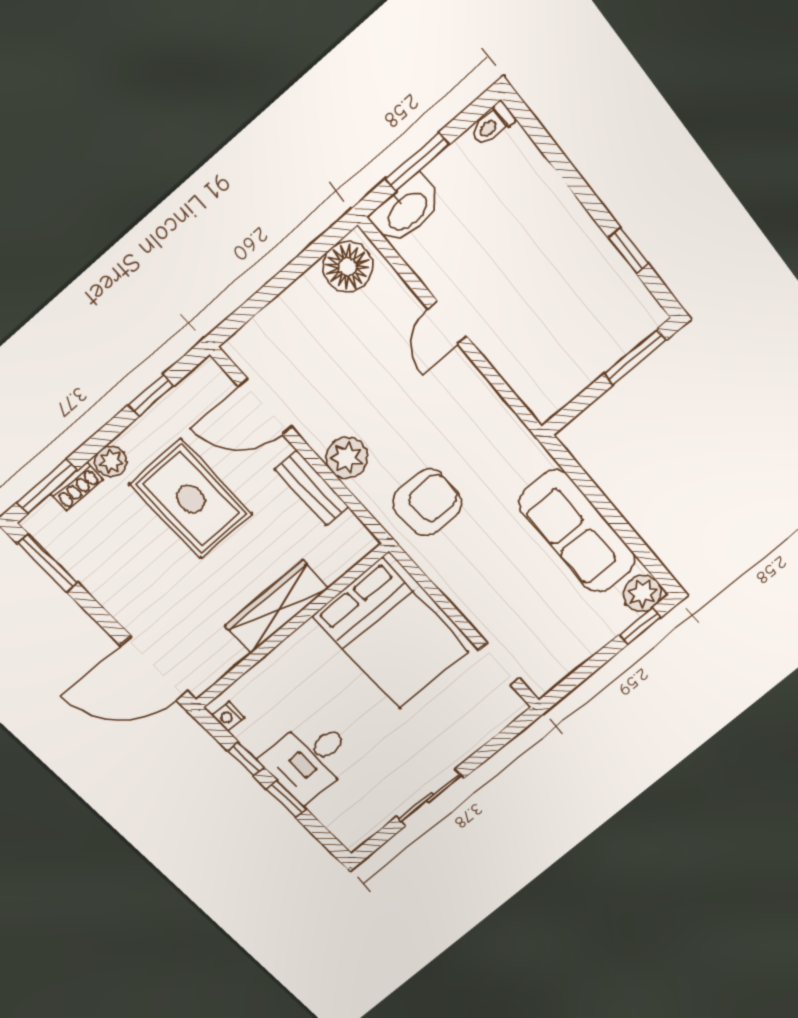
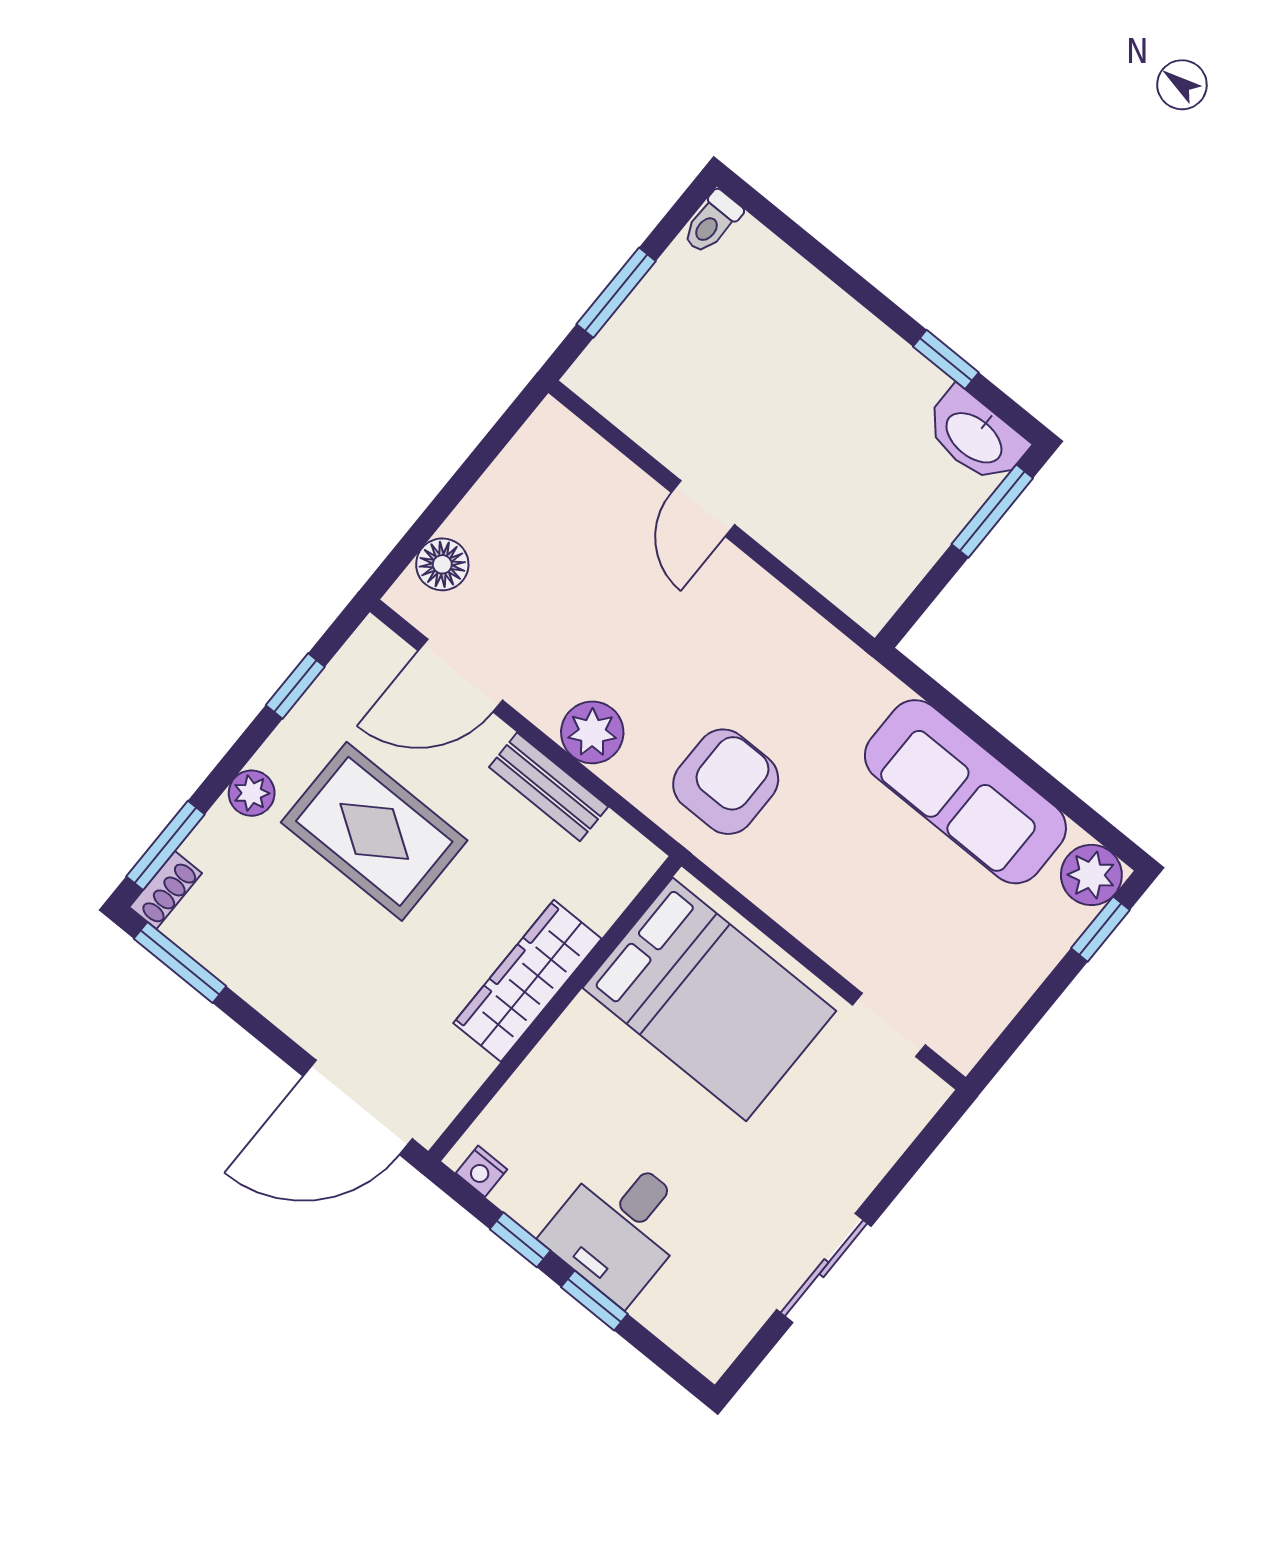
washbasin: (406, 210) -> (975, 436), moved, turned 90
floor lamp: (348, 267) -> (442, 564), moved, width x0.73, depth x0.73
shoe rack: (77, 487) -> (166, 890), moved

